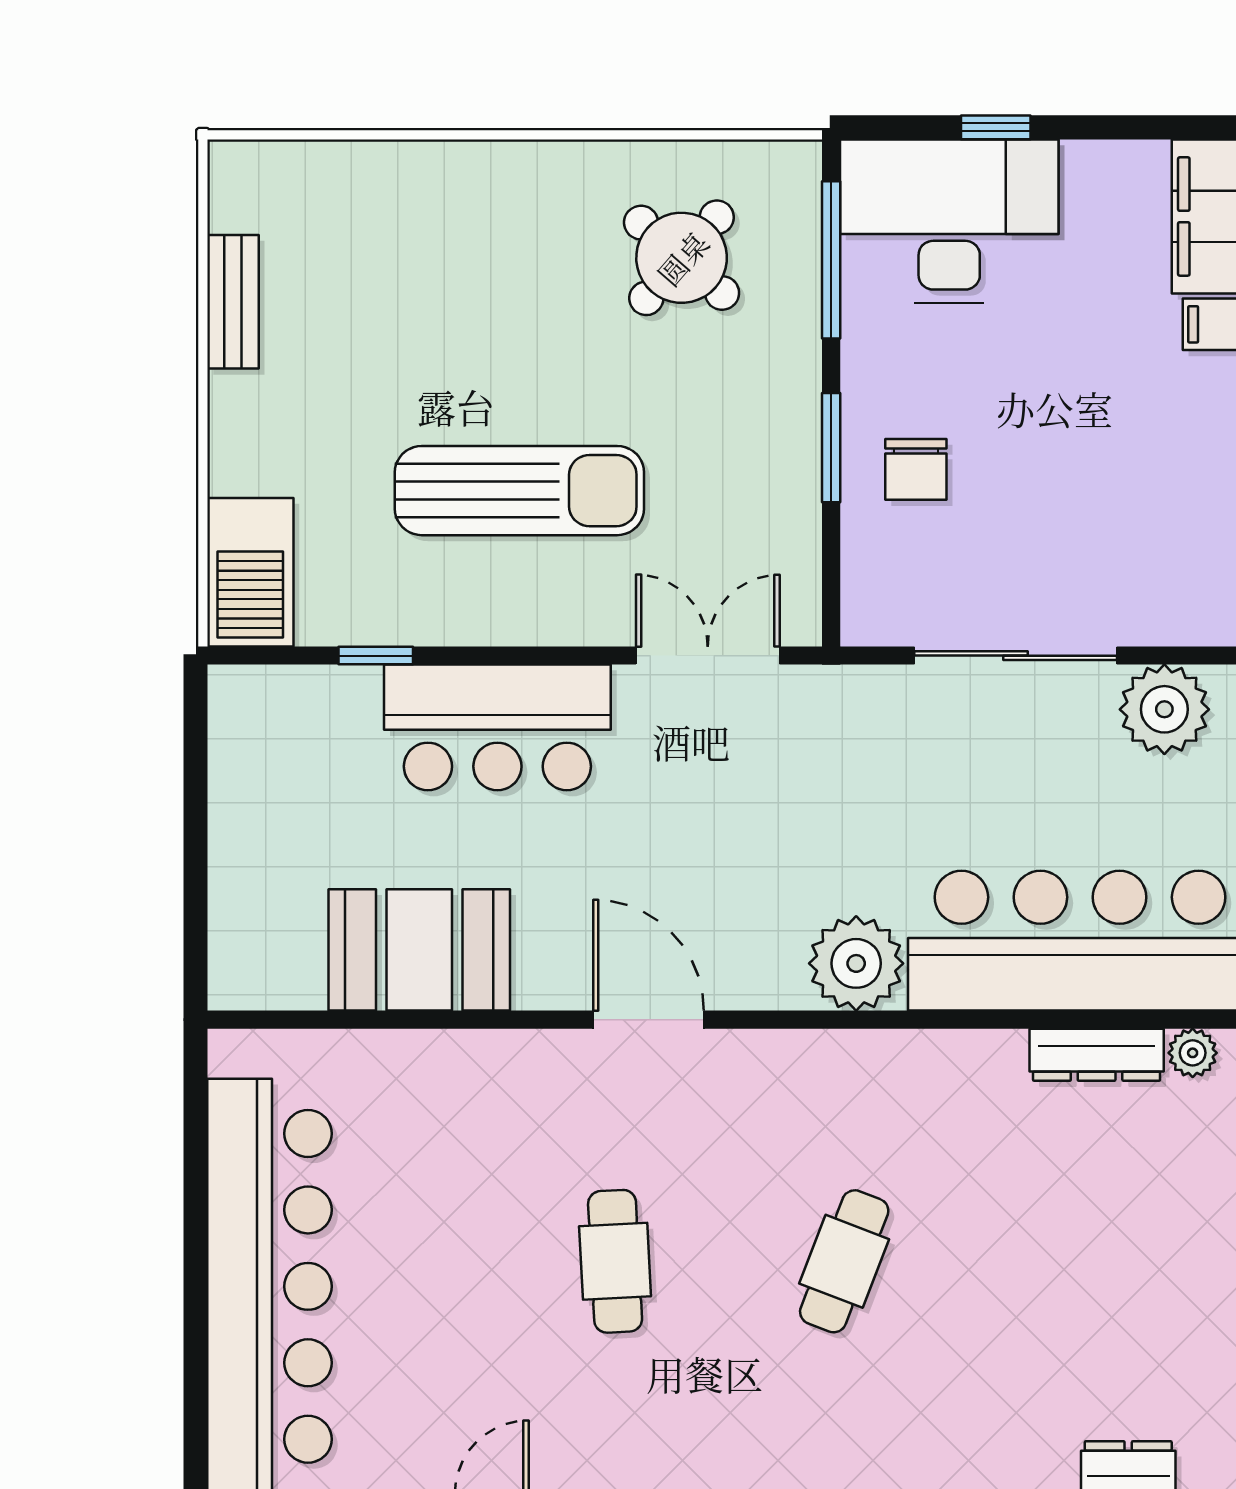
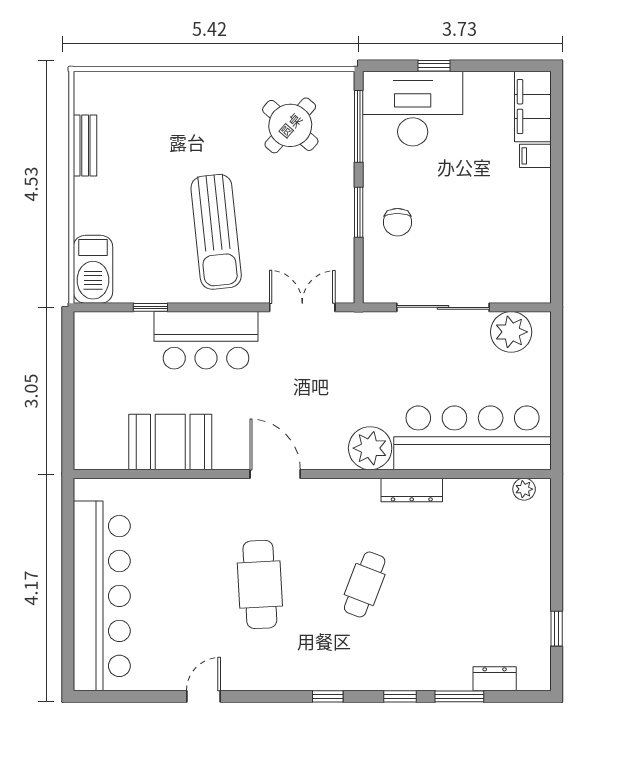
sun lounger: (519, 491) -> (216, 232), turned 84
dresser: (1097, 1055) -> (412, 490), moved
cafe table: (615, 1261) -> (260, 584), width x1.37, depth x1.35

